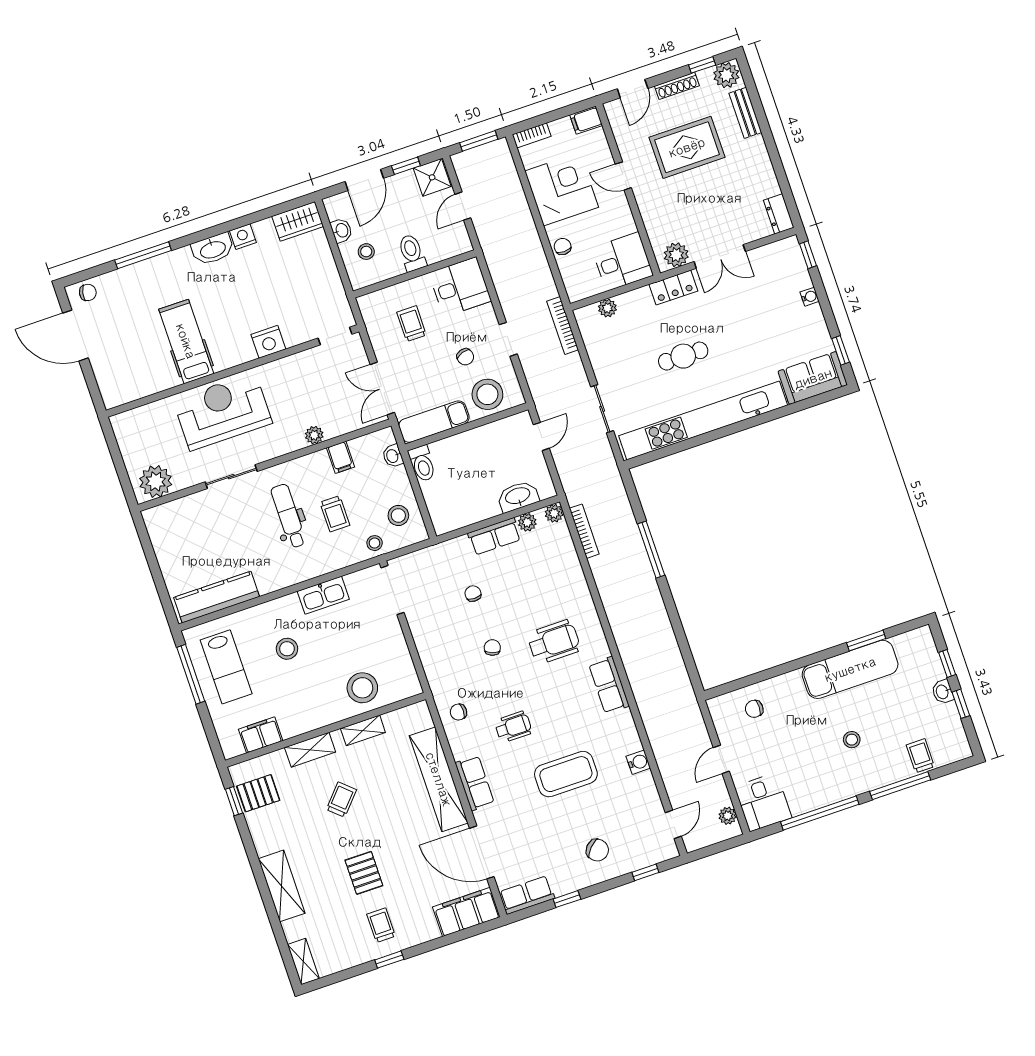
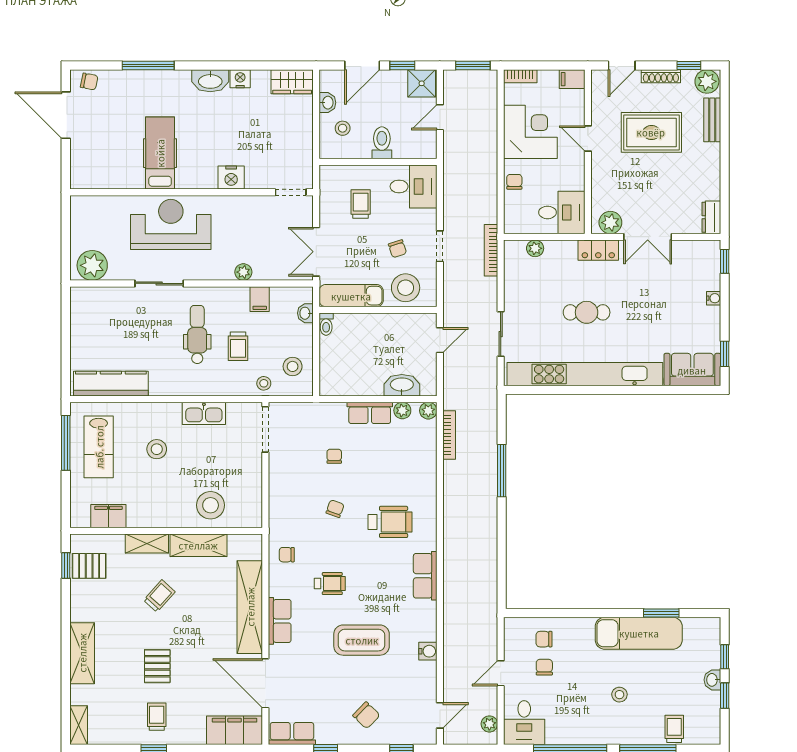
toilet: (422, 464) -> (326, 324), width x0.73, depth x0.72
shelving: (363, 730) -> (198, 545), width x1.50, depth x1.33
chair: (764, 738) -> (544, 667), added

